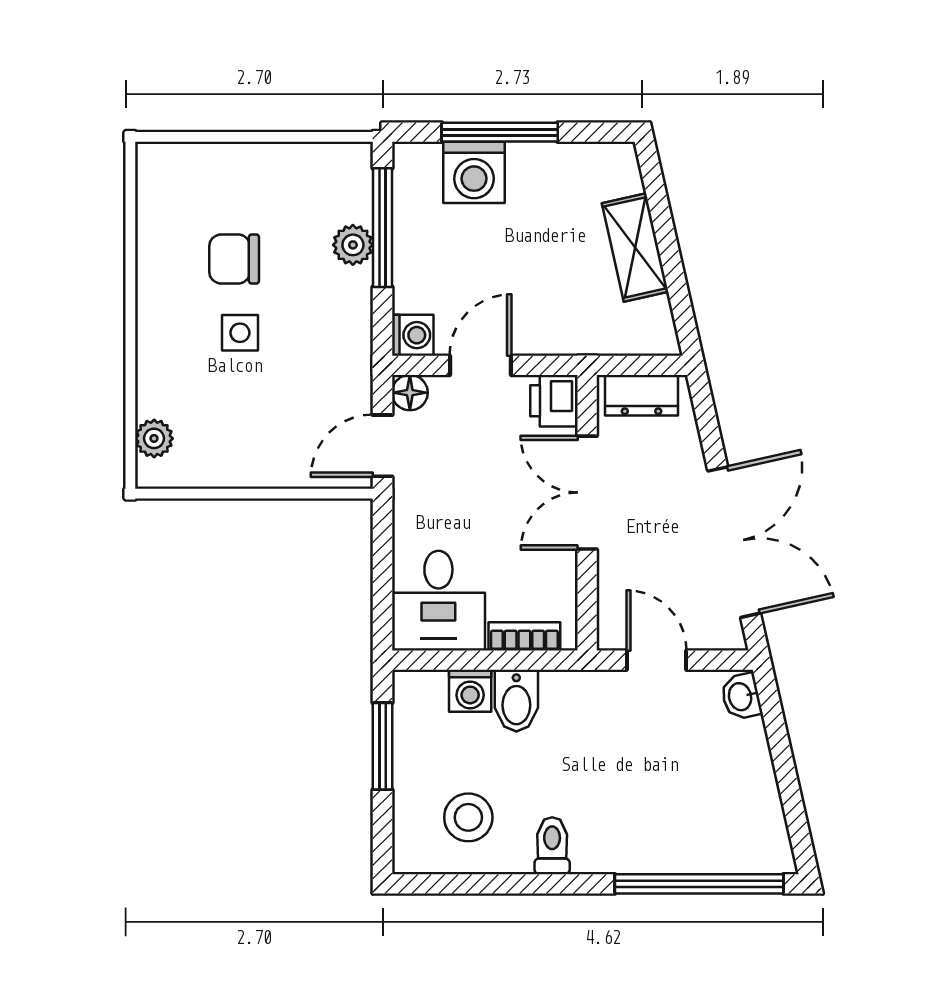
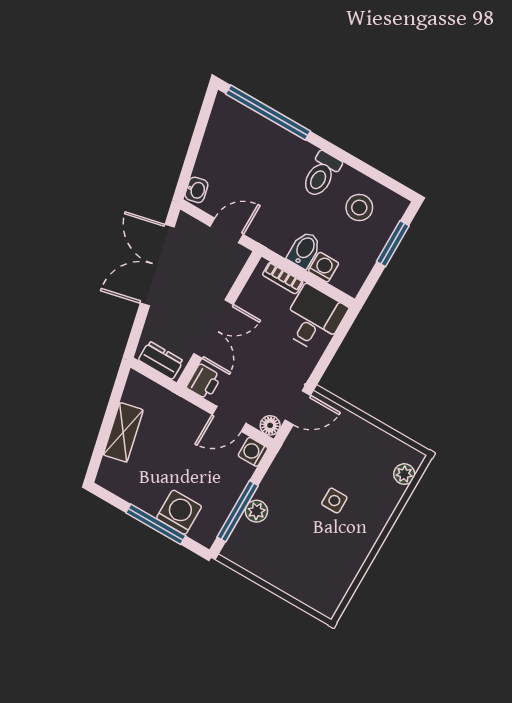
chair: (234, 259) -> (317, 537), removed
door: (657, 660) -> (227, 230), swing flipped
window: (383, 746) -> (393, 244), moved
toilet: (552, 846) -> (321, 174), width x1.37, depth x1.39

